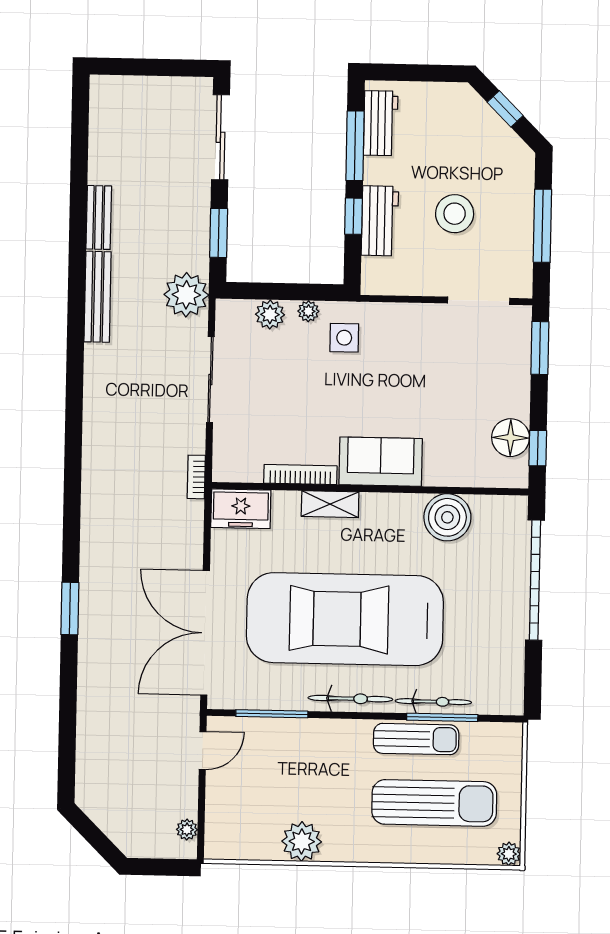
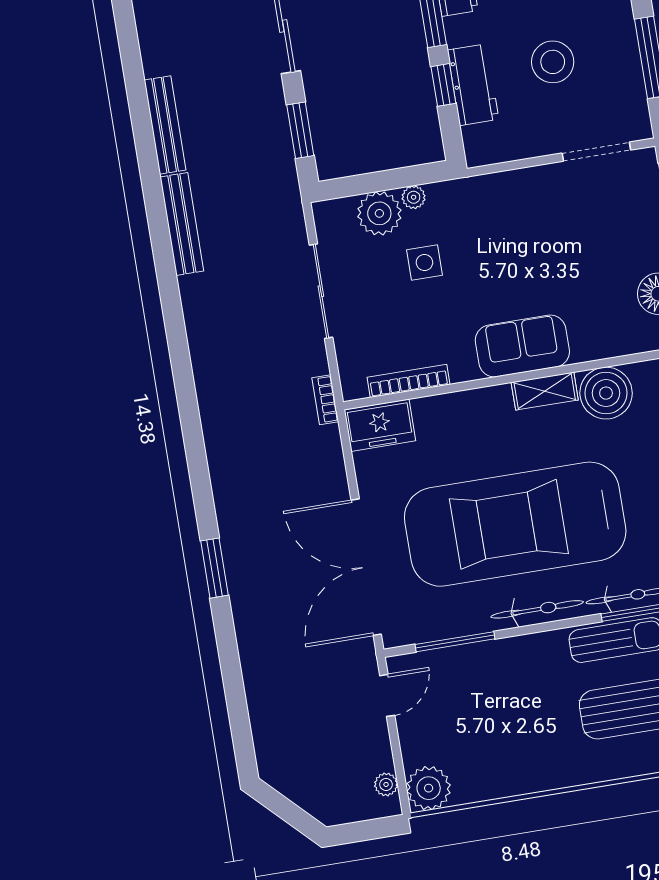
bench: (99, 217) -> (165, 125), width x1.36
plant: (186, 295) -> (278, 204), removed
plant: (270, 314) -> (379, 213), width x1.36, depth x1.36
side table: (344, 338) -> (424, 263), moved
bookcase: (300, 475) -> (409, 381), moved
shelving: (330, 504) -> (545, 391), moved
plant: (302, 841) -> (429, 788), moved

